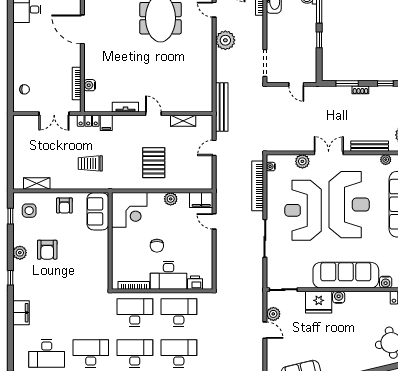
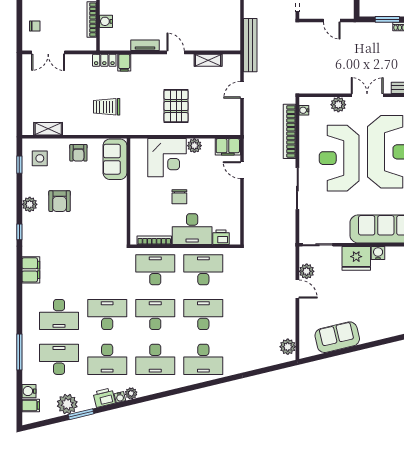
double door: (54, 114) -> (48, 52), moved
corner desk: (129, 210) -> (167, 158), moved

